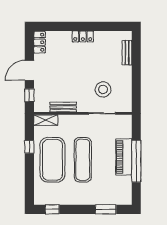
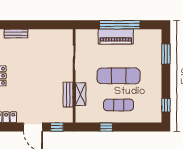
stool: (103, 89) -> (51, 57), removed
shelving: (46, 120) -> (81, 94), moved
exercise mat: (52, 160) -> (119, 105), width x0.50, depth x0.69

